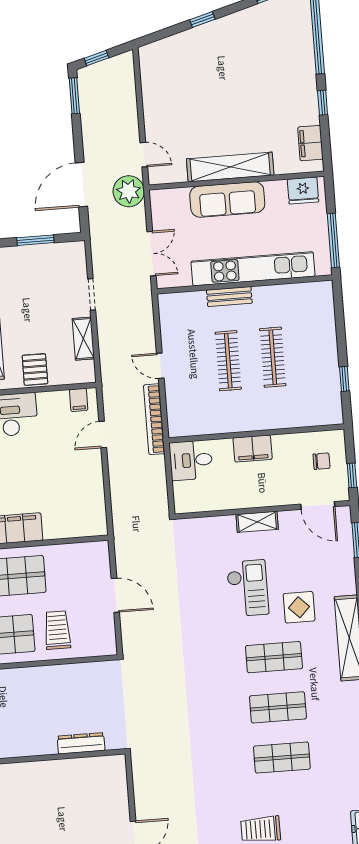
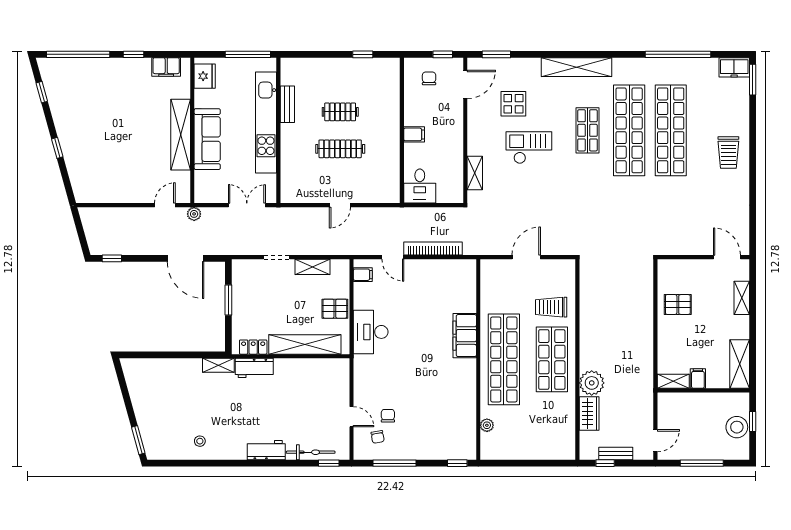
window: (97, 58) -> (82, 238), removed
window: (74, 96) -> (112, 258), width x0.67
plant: (129, 191) -> (194, 214), width x0.53, depth x0.53
bench: (229, 297) -> (287, 104), moved
clothes rail: (273, 357) -> (340, 112), width x0.73
bookcase: (154, 419) -> (433, 249), moved, turned 180
filing cabinet: (253, 449) -> (414, 134), width x0.50
shelving: (257, 522) -> (475, 173), moved
display table: (299, 607) -> (513, 104), moved
shop shelf: (278, 707) -> (629, 130), width x2.00, depth x1.36
dresser: (81, 743) -> (646, 295), removed
shop shelf: (282, 758) -> (671, 130), width x2.00, depth x1.36
pallet: (73, 783) -> (678, 304), added

